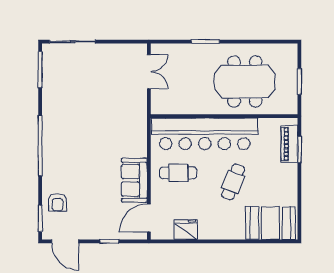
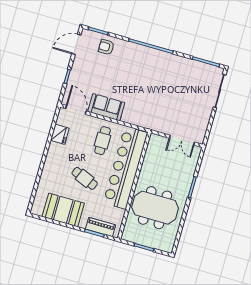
meeting table: (245, 81) -> (155, 208), turned 90
booth: (271, 223) -> (63, 210), moved, turned 90

